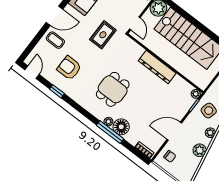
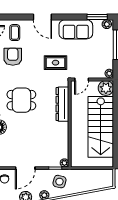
coffee table: (55, 40) -> (15, 33), moved
dresser: (157, 67) -> (62, 104), moved
door: (174, 131) -> (25, 168), swing flipped

